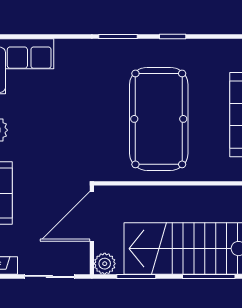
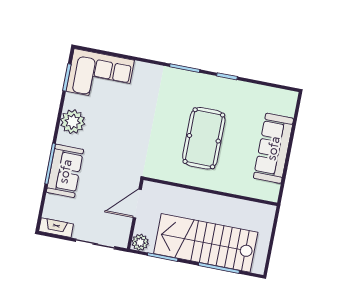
pool table: (159, 119) -> (204, 138), width x0.73, depth x0.76
door: (92, 216) -> (137, 204), width x0.73

